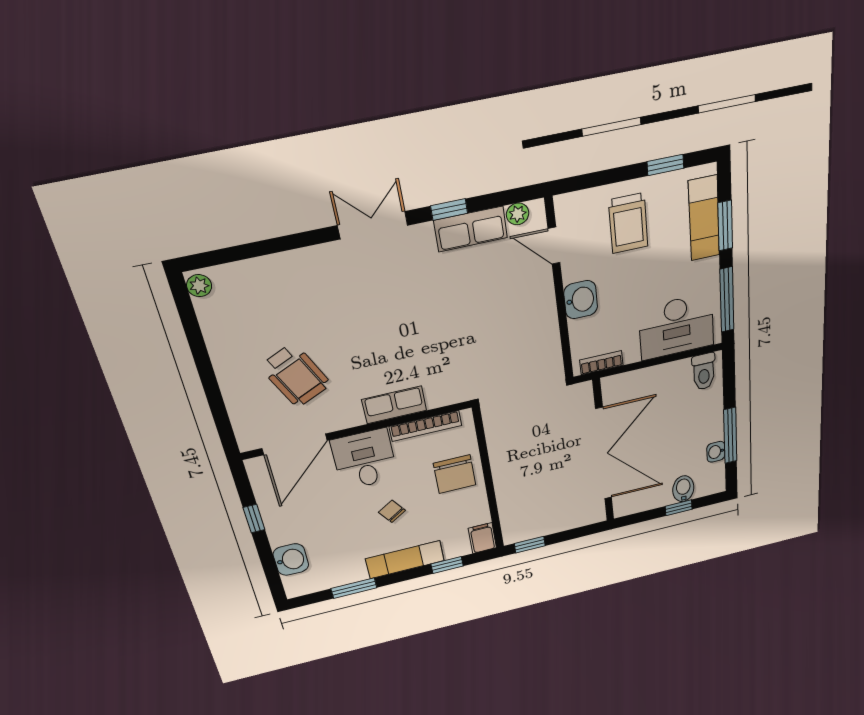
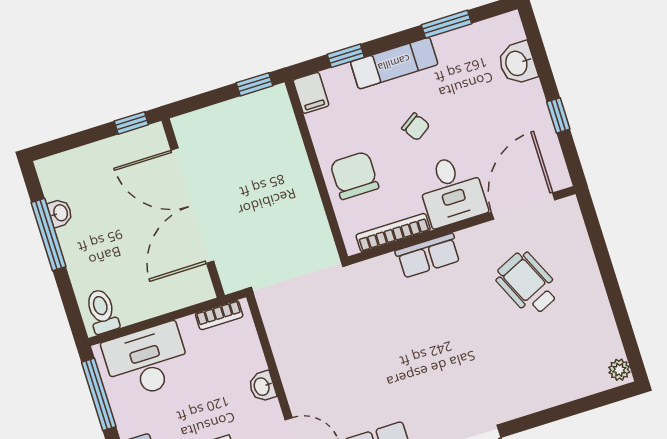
washbasin: (581, 300) -> (262, 386), width x0.72, depth x0.69
bidet: (683, 489) -> (87, 163), removed
window: (679, 508) -> (131, 123), moved

